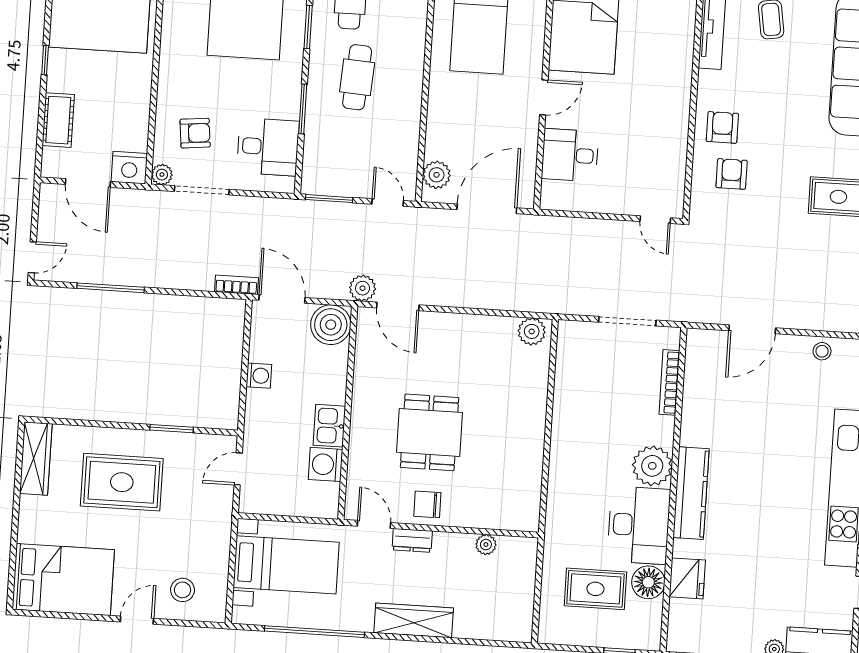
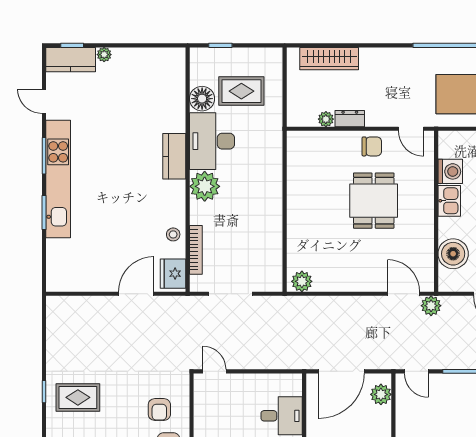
boiler: (331, 325) -> (453, 254), moved
stool: (822, 351) -> (173, 234), moved
kitchen counter: (691, 493) -> (174, 156), width x0.67
dresser: (412, 540) -> (350, 119), moved
fridge: (687, 578) -> (173, 274), moved
wardrobe: (414, 620) -> (329, 59), moved

